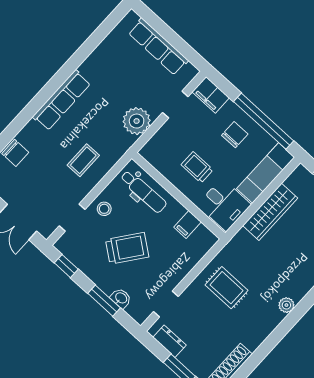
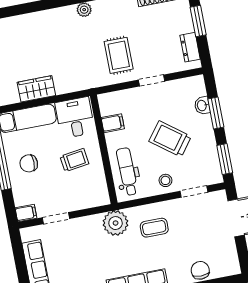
filing cabinet: (211, 95) -> (26, 213), width x0.50
plant: (137, 121) -> (116, 223), moved
trolley: (197, 167) -> (74, 160), turned -98
wardrobe: (270, 212) -> (36, 89), width x0.67
window: (66, 266) -> (225, 159), width x1.50
doorway: (166, 304) -> (152, 81), moved

